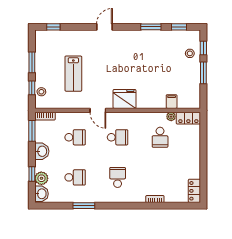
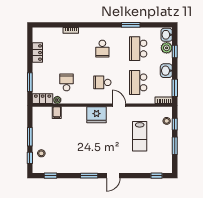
window: (151, 27) -> (89, 176), moved
lab bench: (73, 74) -> (140, 136), turned 180
school desk: (75, 137) -> (138, 82), width x1.85
window: (203, 138) -> (30, 82), added
school desk: (75, 177) -> (138, 49), width x1.85
locker: (194, 191) -> (37, 53), moved

